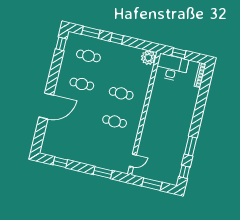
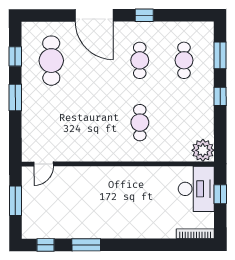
window: (61, 44) -> (144, 15), moved
cafe table: (115, 121) -> (51, 61), moved, width x1.37, depth x1.35
door: (133, 161) -> (44, 164), hinge flipped
window: (103, 172) -> (15, 98), moved

